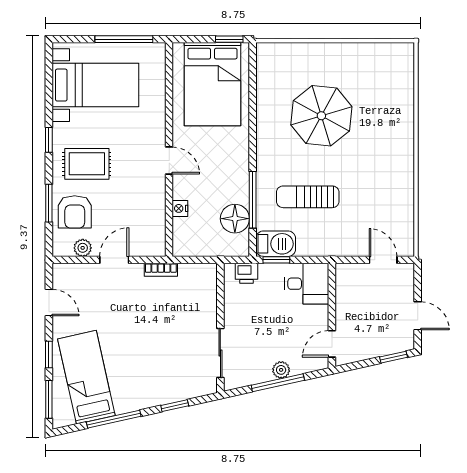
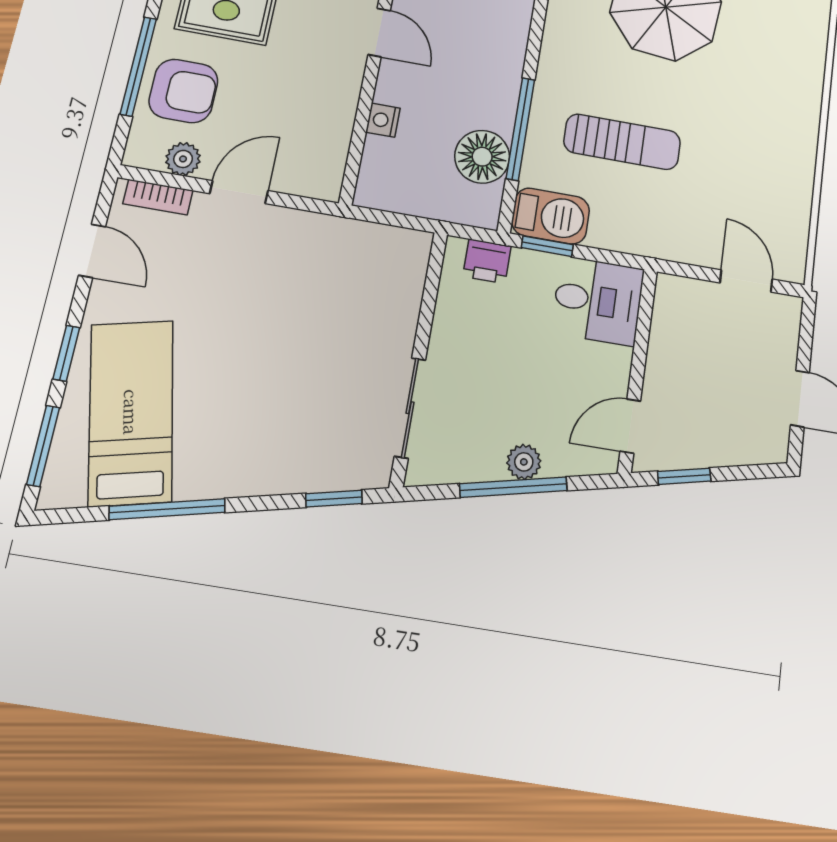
sun lounger: (308, 197) -> (622, 142), turned 180
window: (49, 203) -> (138, 66), width x1.44
armchair: (75, 212) -> (183, 91), turned -90
bookcase: (161, 270) -> (158, 197), moved
window: (393, 357) -> (684, 476), moved
window: (175, 406) -> (334, 499), moved

